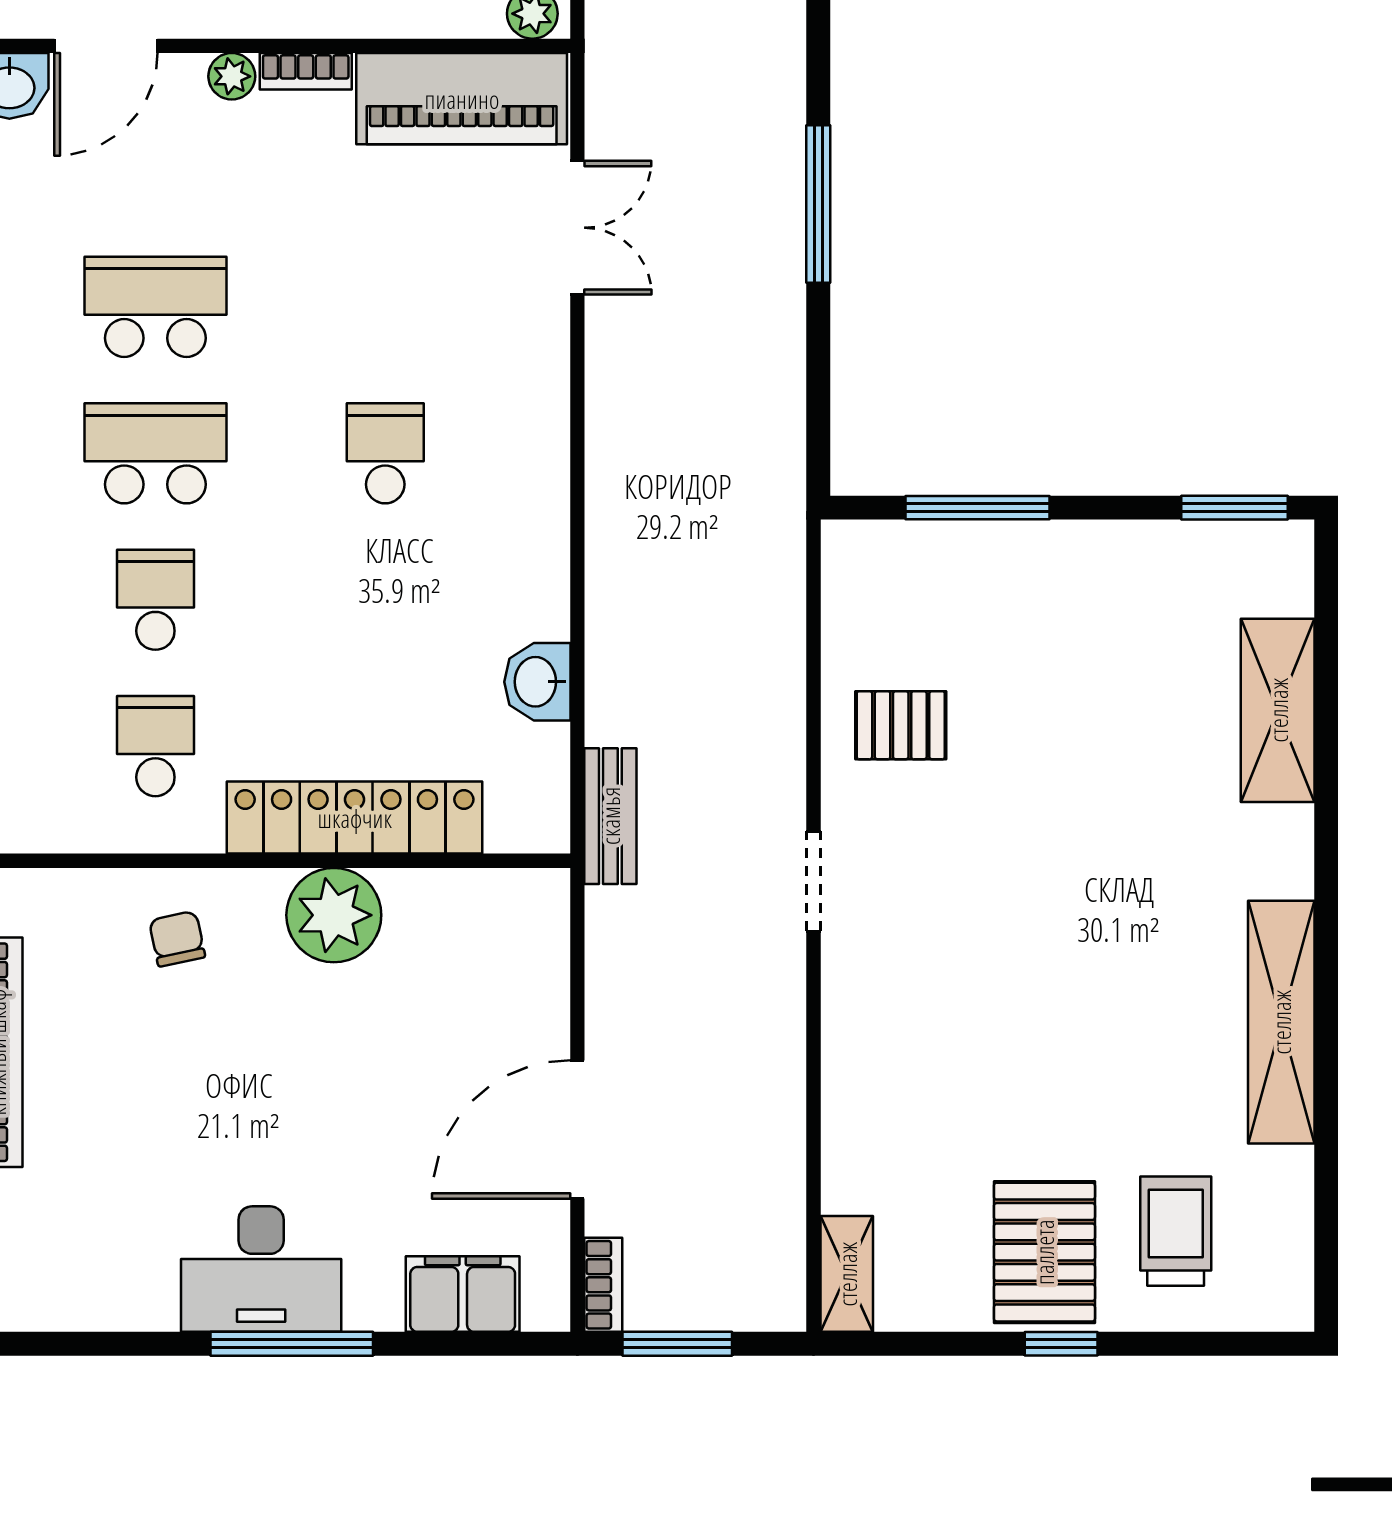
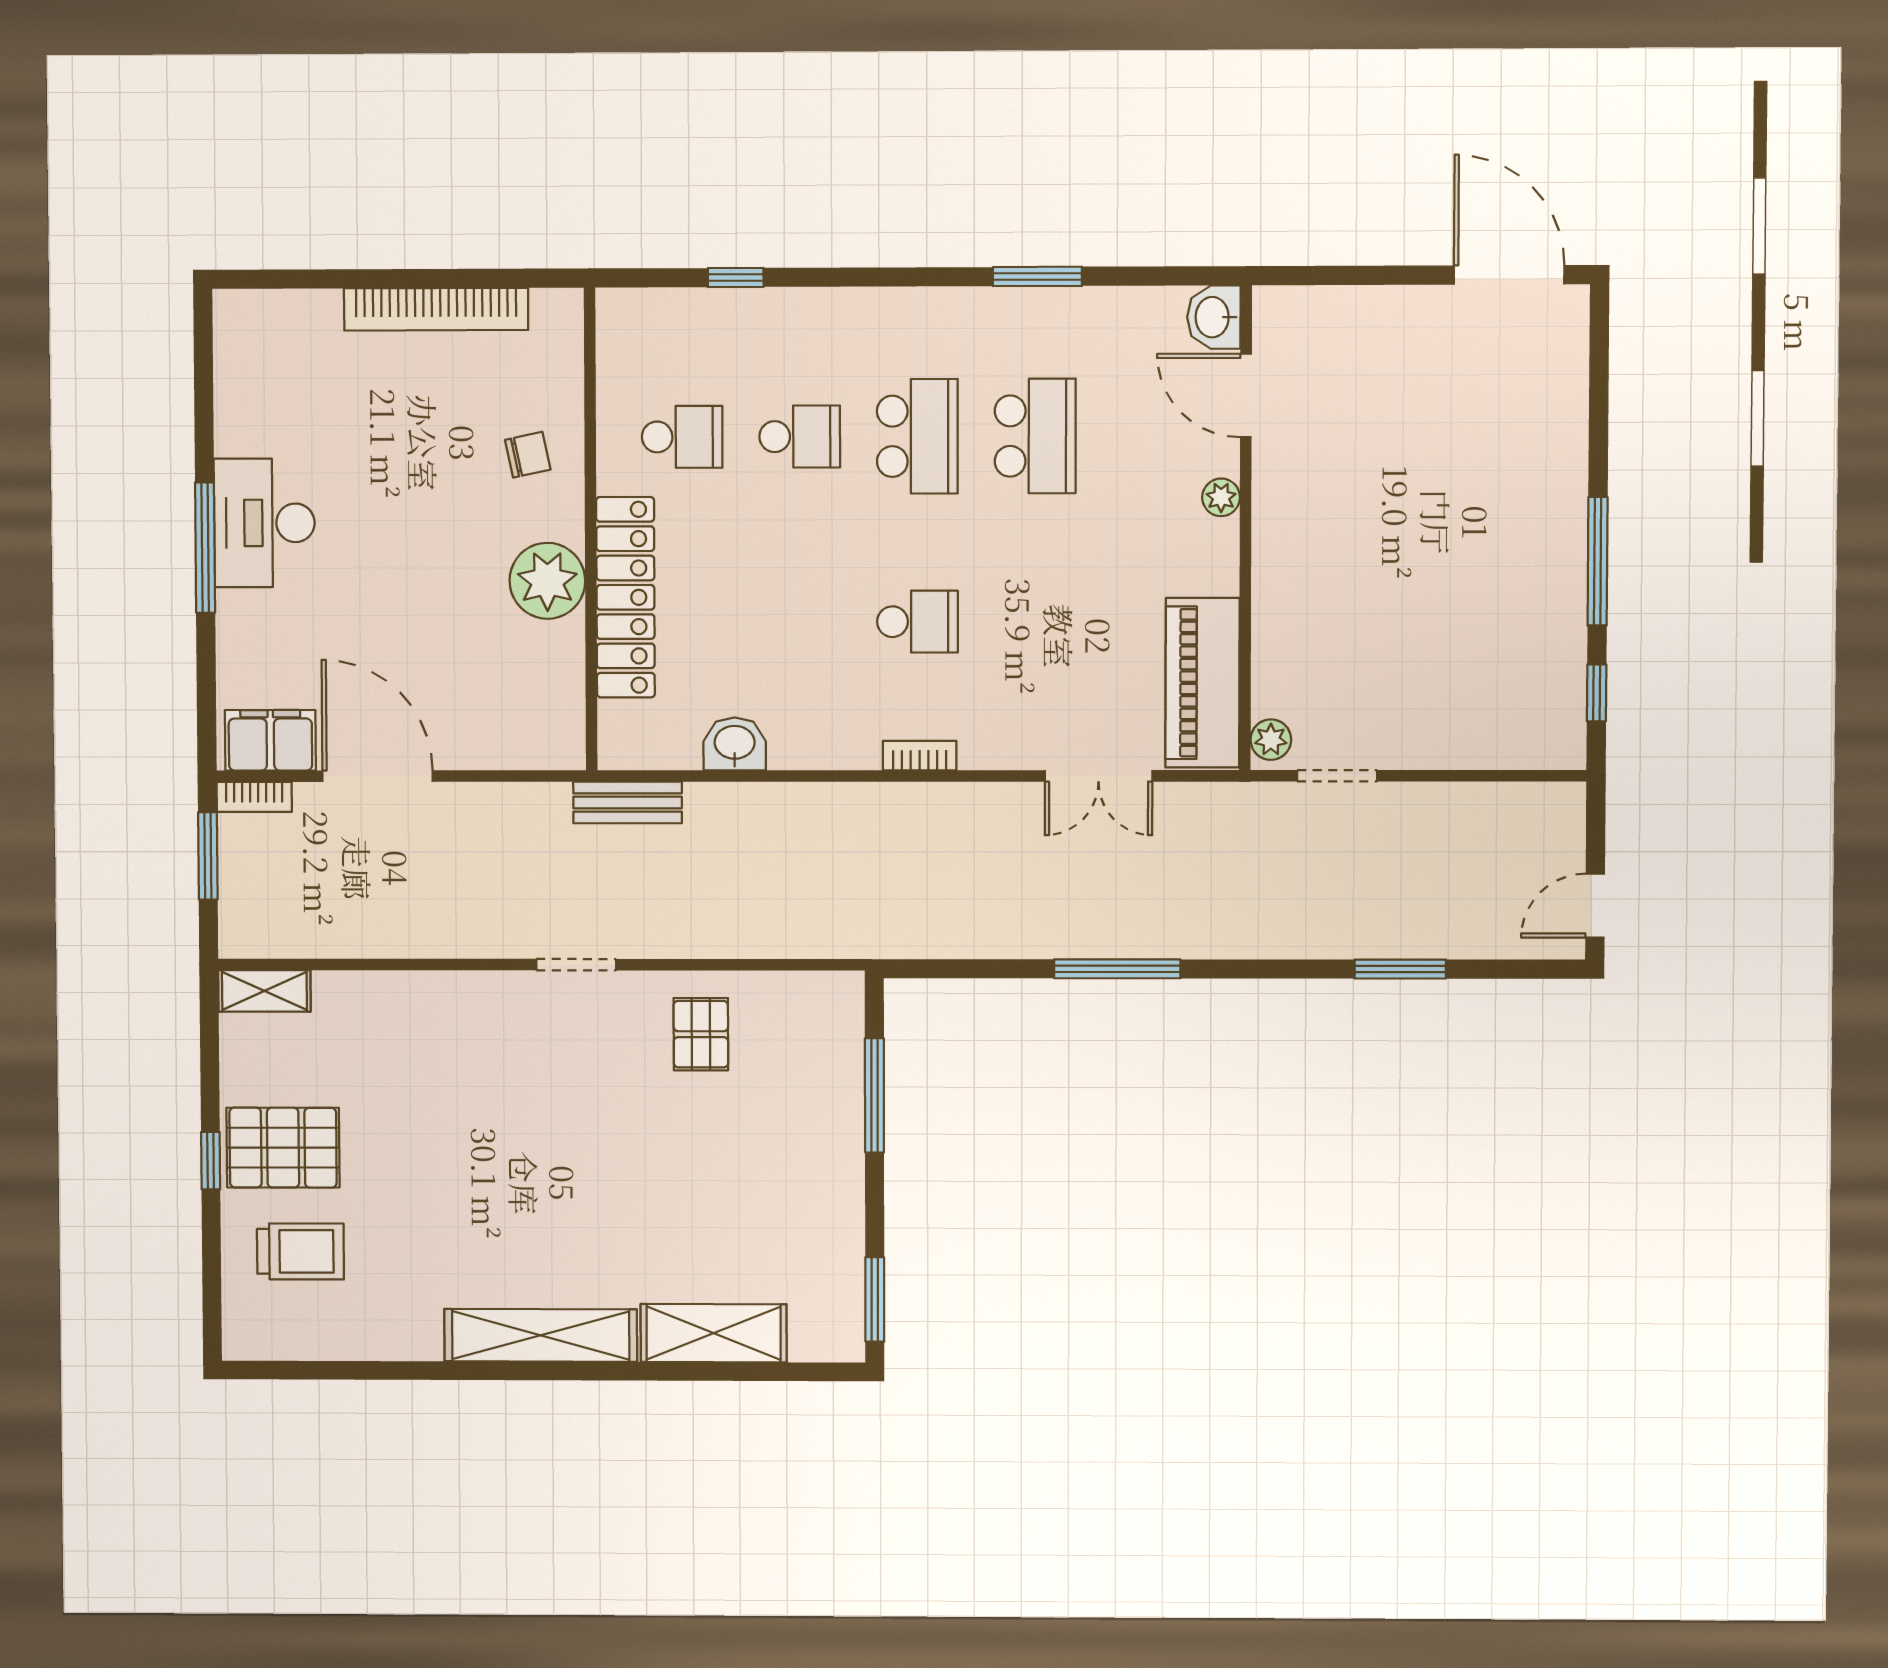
bookcase: (306, 71) -> (920, 756), moved, turned 90
shelving: (1281, 1022) -> (541, 1335), moved
filing cabinet: (463, 1294) -> (270, 740), moved, turned -90

